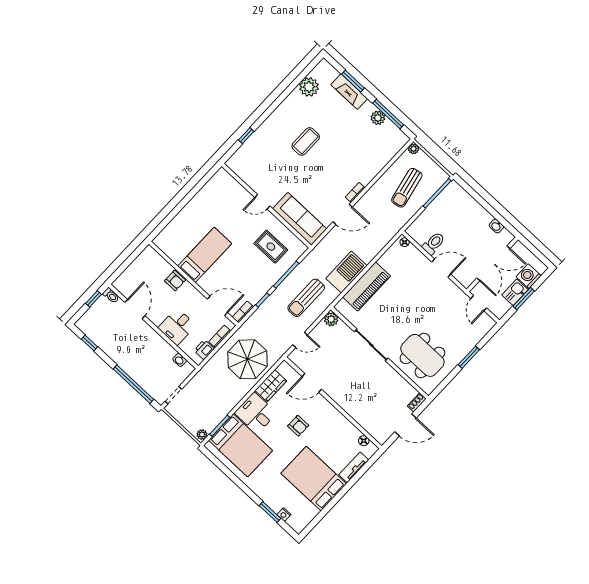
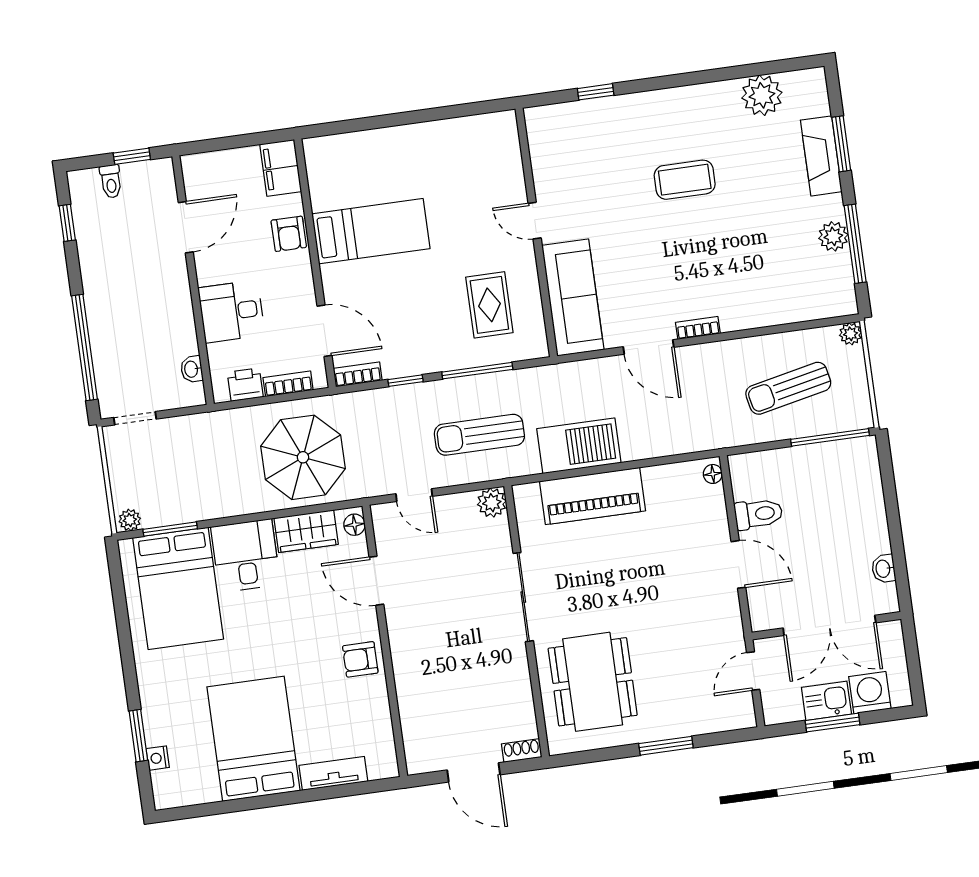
filing cabinet: (152, 258) -> (281, 168), added
toilet: (111, 296) -> (111, 181), moved
armchair: (298, 426) -> (360, 659), moved, turned 90
floor lamp: (364, 441) -> (354, 525), moved

